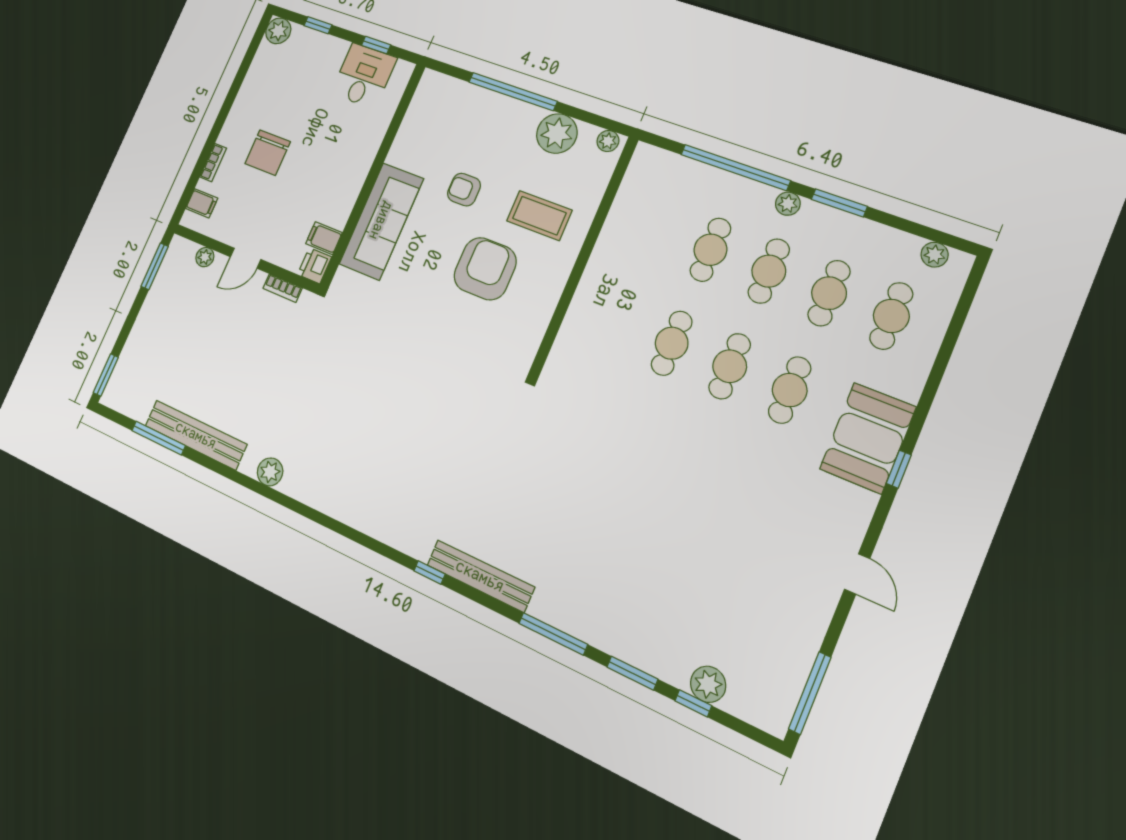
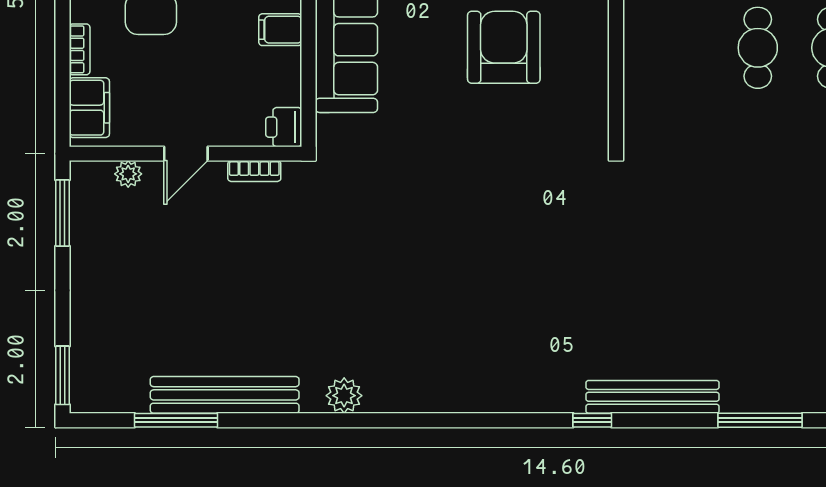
filing cabinet: (202, 203) -> (89, 108), width x2.00
filing cabinet: (324, 238) -> (280, 30), moved

